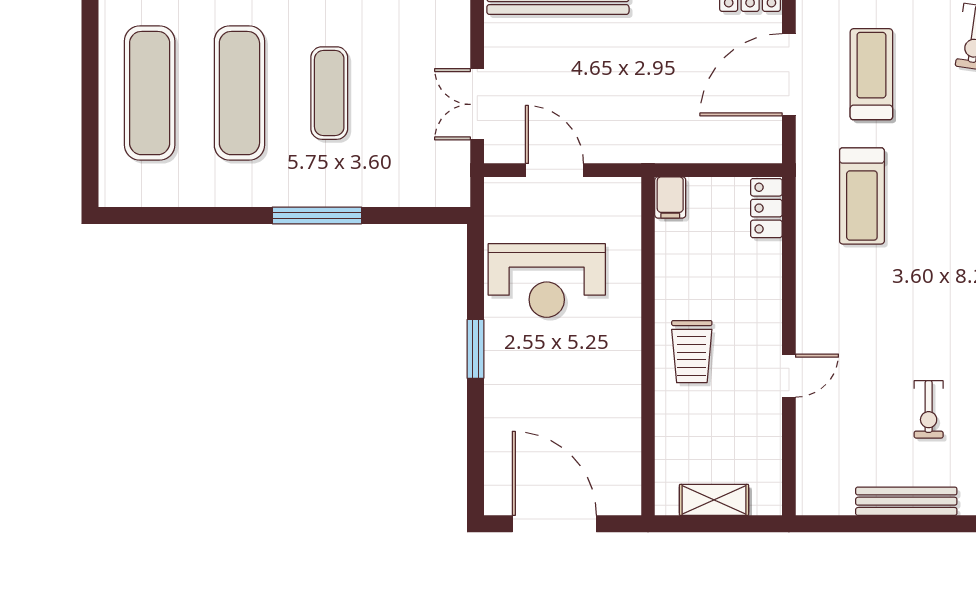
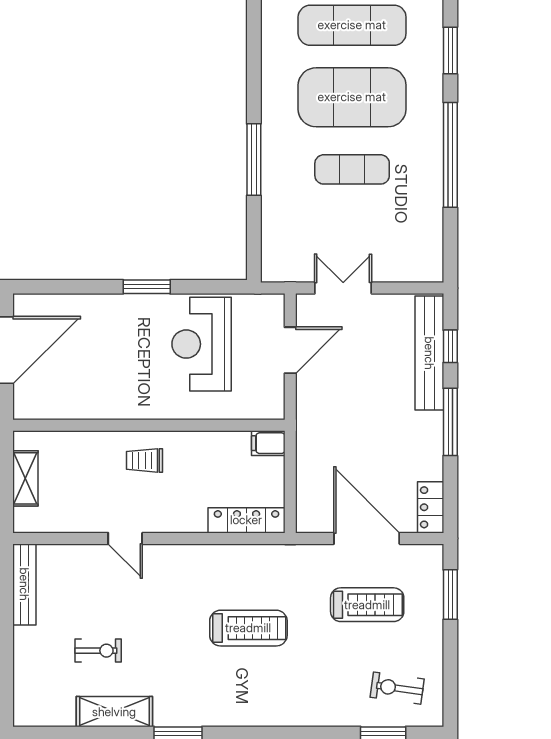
exercise mat: (239, 93) -> (352, 97), width x1.47
treadmill: (862, 196) -> (248, 628), moved, turned 180
locker: (766, 208) -> (246, 520), width x1.53
trolley: (692, 352) -> (144, 460), width x0.73, depth x0.72
exercise bike: (929, 409) -> (98, 651), turned 180
bench: (906, 501) -> (24, 584), moved

